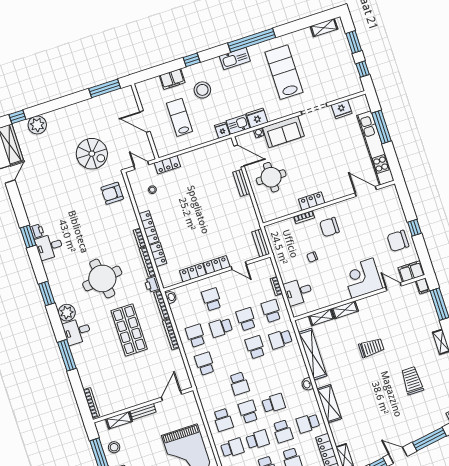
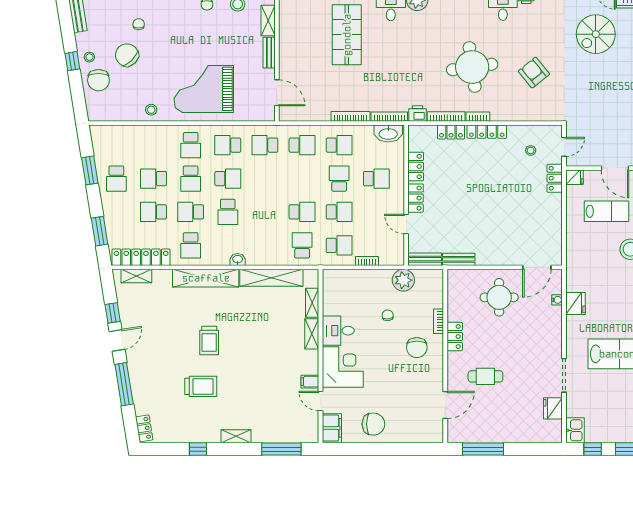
door: (145, 122) -> (615, 168), swing flipped
kitchen sink: (238, 125) -> (575, 430), moved
window: (382, 127) -> (483, 449), moved
fridge: (222, 130) -> (575, 177), moved
sofa: (283, 132) -> (549, 330), removed
kitchen unit: (375, 148) -> (493, 433), removed
spiral stairs: (92, 154) -> (596, 34), moved
cafe table: (334, 168) -> (485, 376), added
bench: (241, 183) -> (459, 259), moved
armchair: (112, 193) -> (534, 73), moved, turned -39
chair: (329, 227) -> (417, 348), turned 180
window: (414, 228) -> (383, 449), removed
chair: (398, 241) -> (373, 424), turned 90
plant: (282, 254) -> (403, 280), added
door: (239, 266) -> (406, 224), hinge flipped
round table: (102, 278) -> (472, 67), moved
filing cabinet: (423, 286) -> (310, 382), moved
door: (394, 287) -> (320, 401), swing flipped
desk: (298, 292) -> (338, 331), moved, turned -90
washbasin: (171, 297) -> (388, 133), width x1.91, depth x1.45
shop shelf: (129, 330) -> (347, 35), moved, turned 90
trolley: (371, 348) -> (209, 340), moved
school desk: (239, 384) -> (265, 145), moved
shelving: (329, 404) -> (206, 278), width x1.47
school desk: (308, 423) -> (191, 245), turned 180

